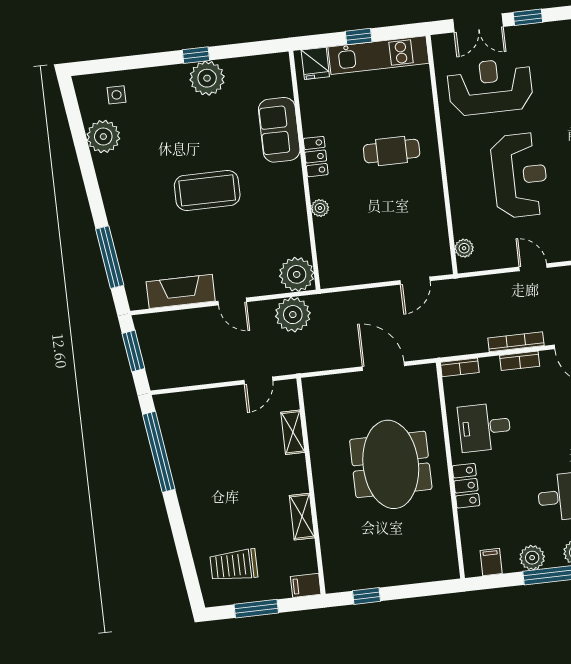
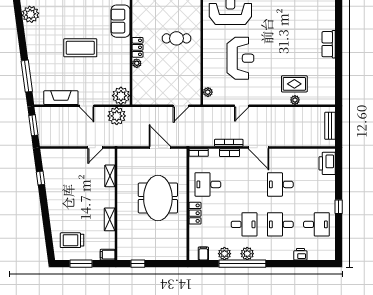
locker: (316, 157) -> (138, 47), moved
door: (533, 267) -> (242, 106), swing flipped
window: (159, 452) -> (40, 178), width x0.32

